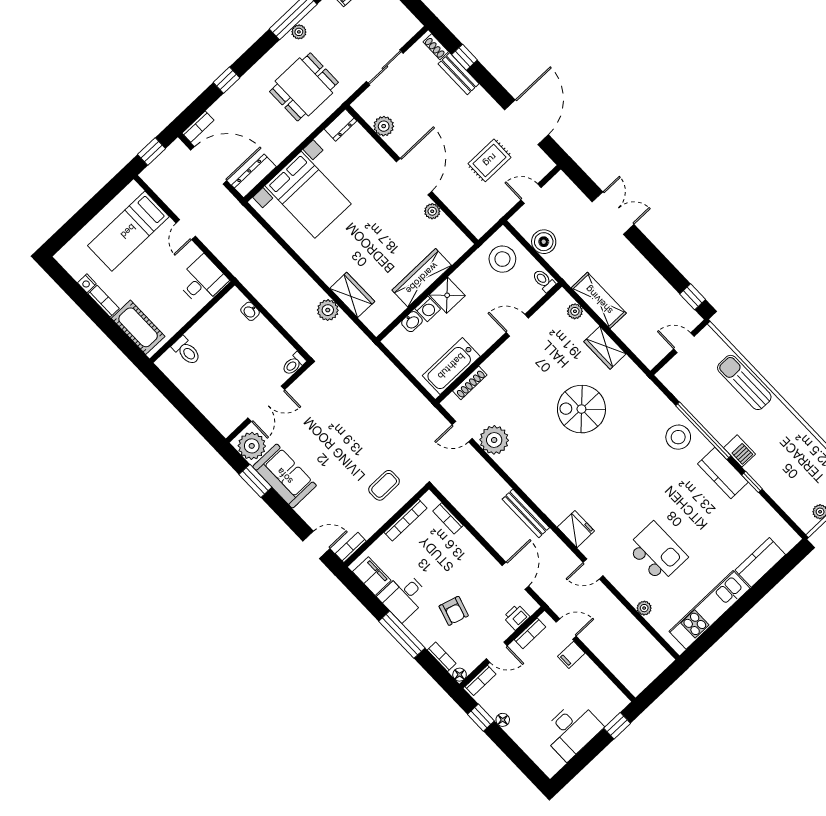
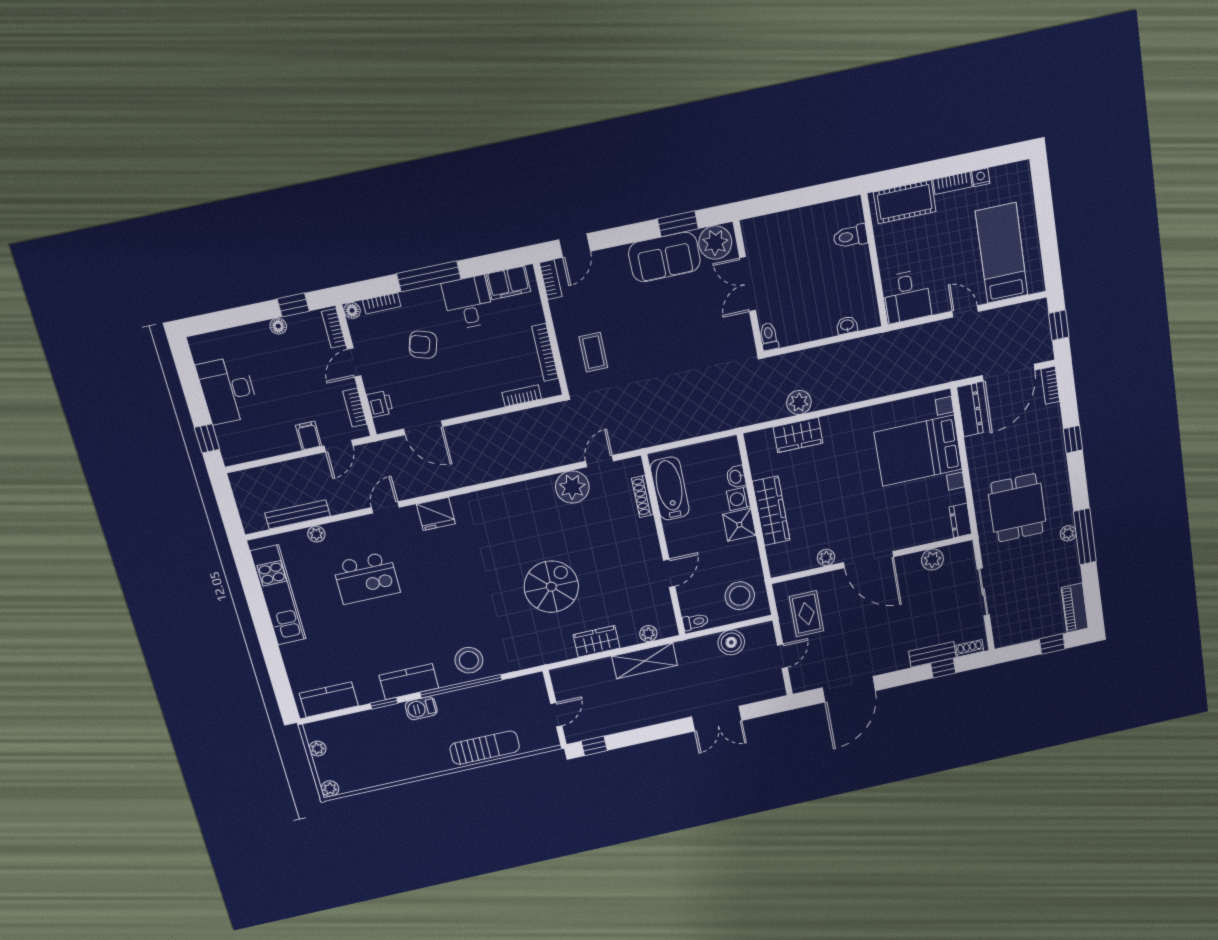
door: (527, 122) -> (849, 689), hinge flipped
rug: (490, 160) -> (806, 614), moved
bench: (526, 513) -> (298, 514), moved
kitchen counter: (760, 562) -> (329, 700), moved, turned -90

